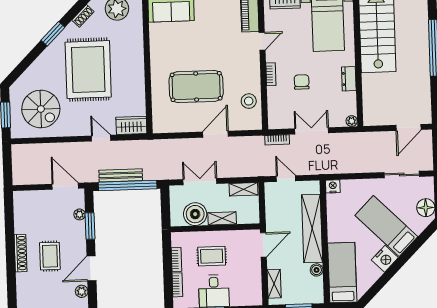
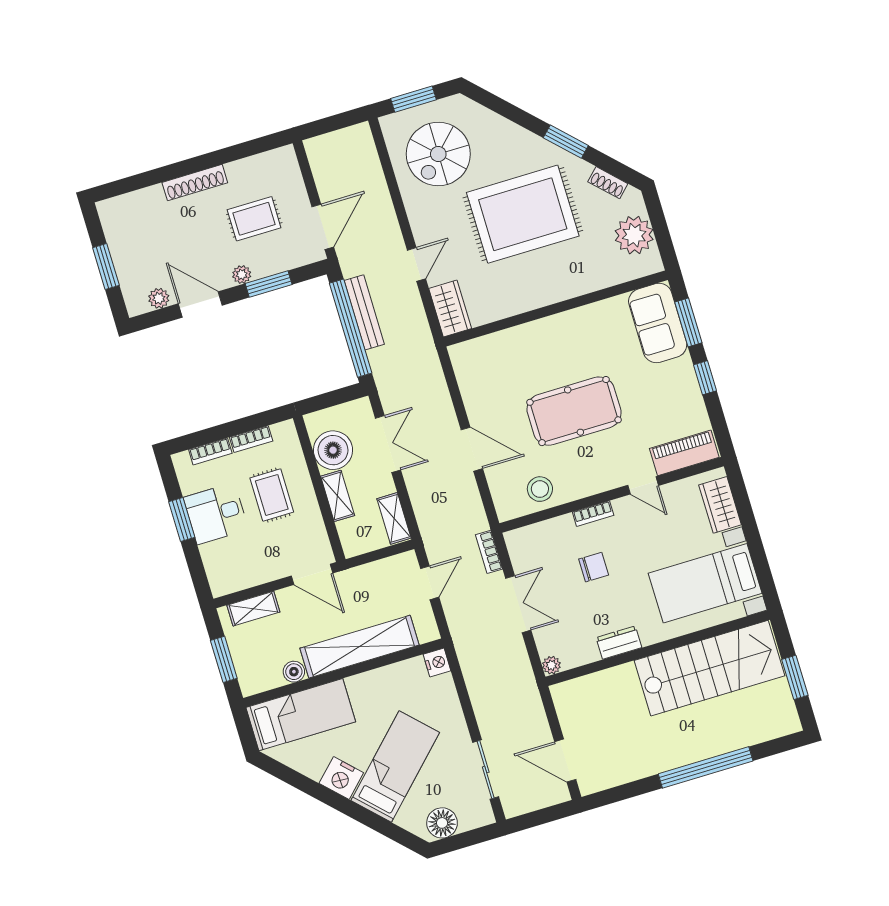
pool table: (196, 87) -> (574, 411), moved, turned 90
plant: (80, 214) -> (242, 275), moved
rug: (50, 256) -> (254, 219), moved

